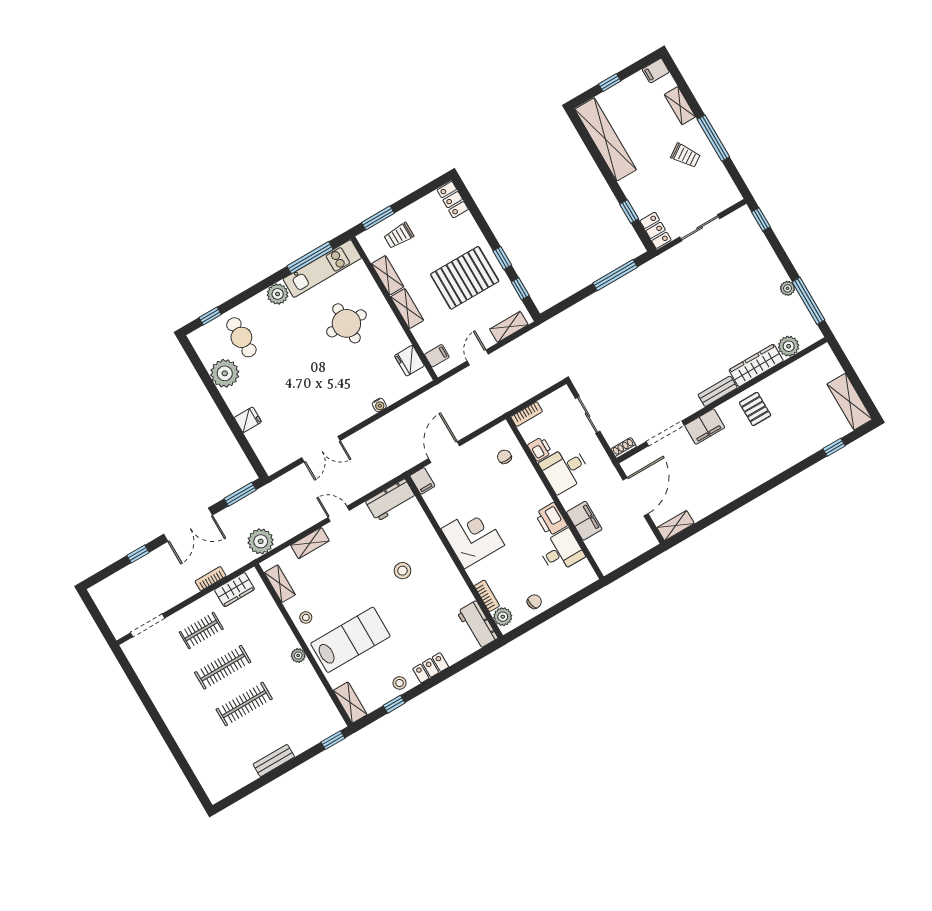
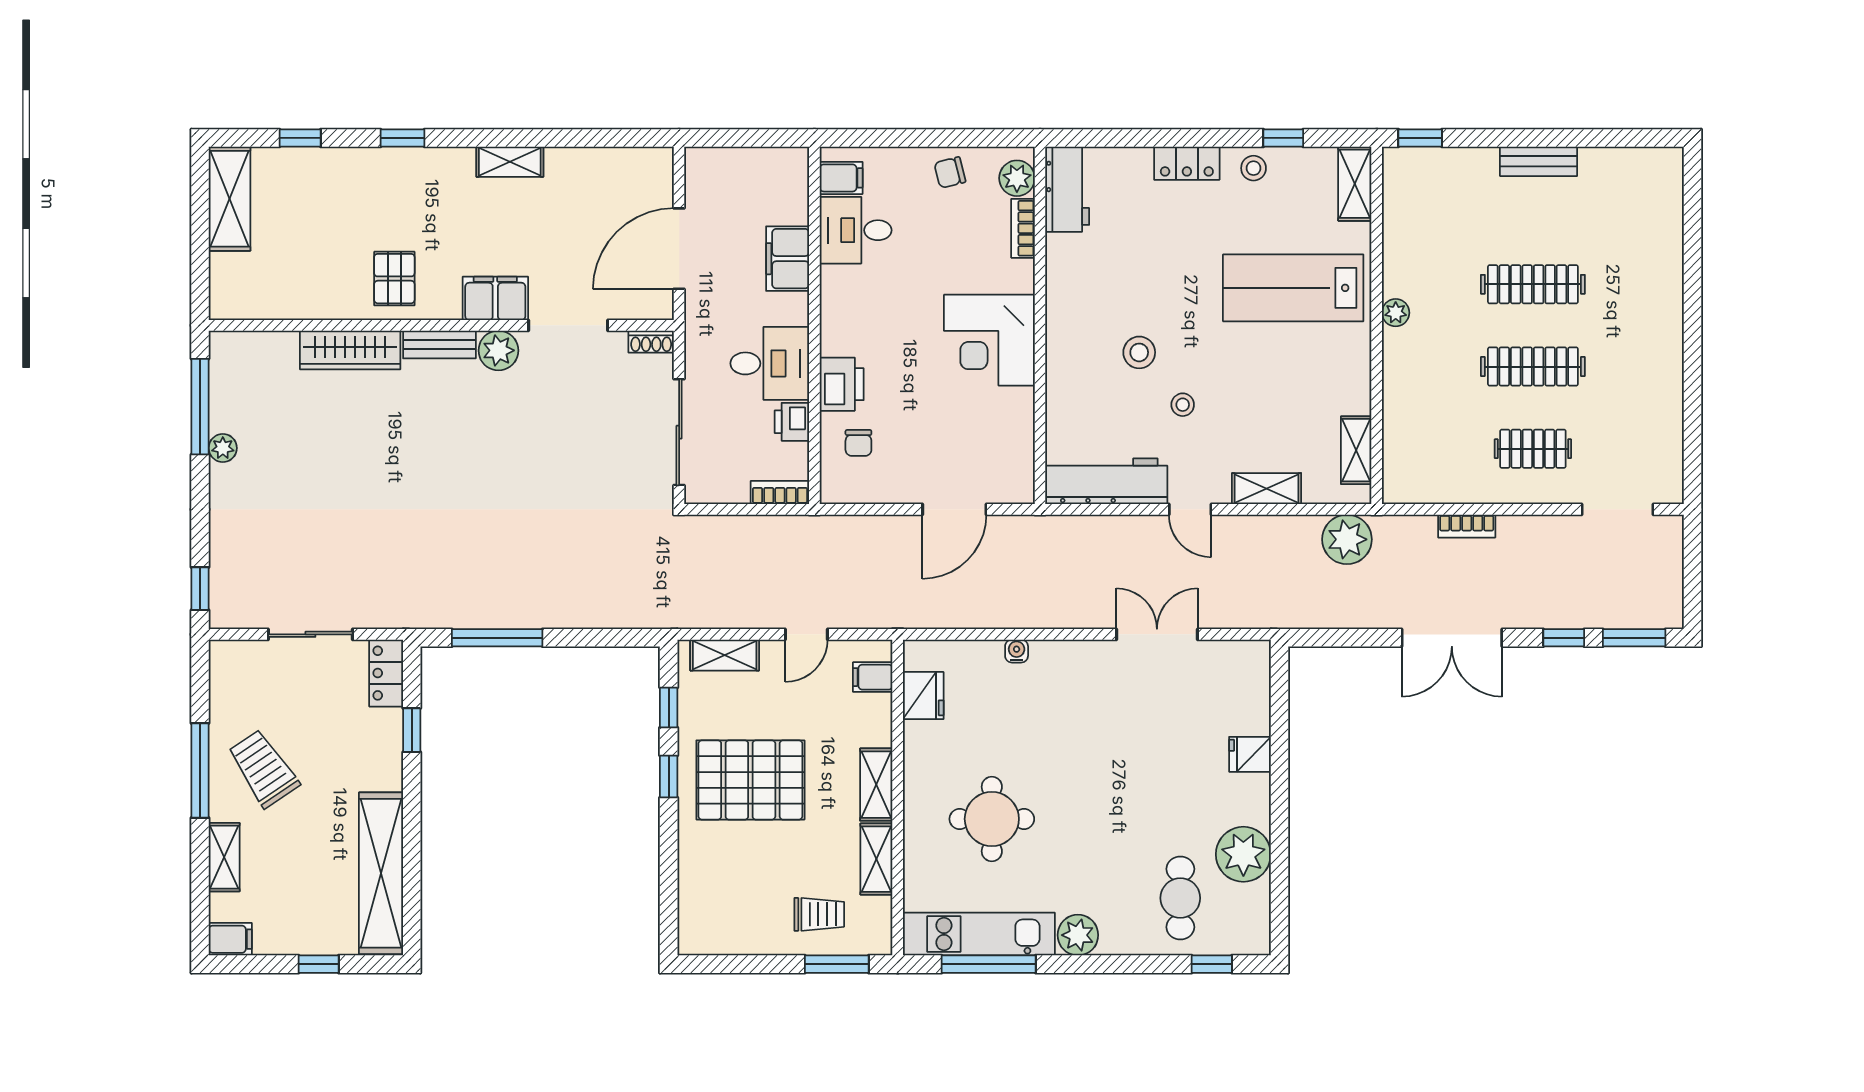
trolley: (686, 156) -> (263, 769), width x1.36, depth x1.39
locker: (453, 200) -> (694, 922), removed
plant: (789, 346) -> (498, 350), moved
sliding door: (588, 415) -> (679, 432), width x1.37
window: (788, 474) -> (402, 138), added
filing cabinet: (422, 481) -> (841, 178), moved, turned 90
window: (240, 494) -> (1634, 638), moved
workbench: (391, 500) -> (1106, 481), width x1.38
printer: (551, 519) -> (842, 384), moved
double door: (188, 525) -> (1452, 638), swing flipped
shelving: (676, 526) -> (510, 162), moved
wardrobe: (234, 590) -> (1438, 484), removed
stool: (306, 617) -> (1183, 405), moved

